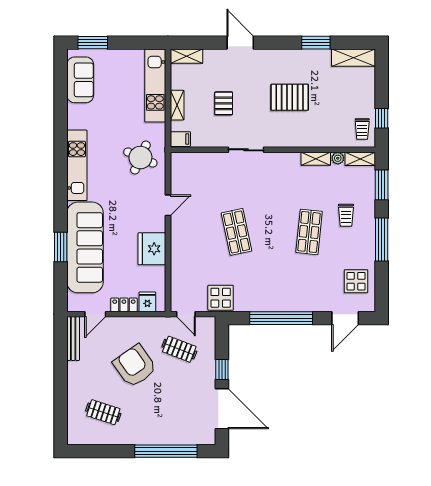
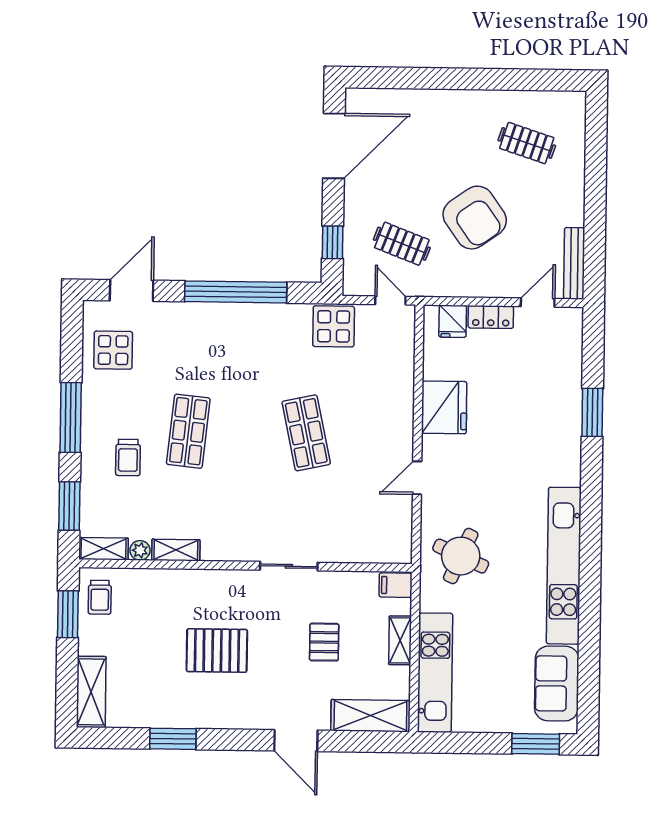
shelving: (186, 56) -> (370, 716), width x1.50, depth x1.33
shelving: (353, 58) -> (91, 692), moved, turned 90
window: (382, 118) -> (68, 614), width x1.50
trolley: (362, 129) -> (100, 597), turned 180
kitchen unit: (77, 165) -> (564, 566), width x1.36
trolley: (346, 215) -> (128, 457), turned 180
sofa: (85, 247) -> (553, 411), removed
window: (222, 370) -> (333, 242), moved
door: (222, 409) -> (334, 146), swing flipped
window: (166, 451) -> (426, 78), removed

